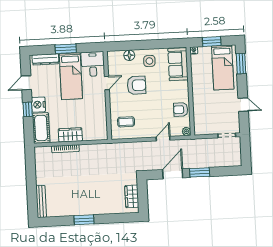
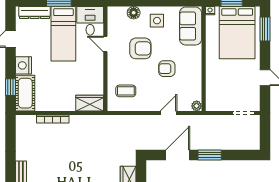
bed: (223, 67) -> (237, 33), width x1.50
door: (107, 83) -> (105, 44), swing flipped
window: (28, 109) -> (10, 87), moved
armchair: (181, 110) -> (167, 69), moved
wardrobe: (70, 135) -> (90, 103), moved

